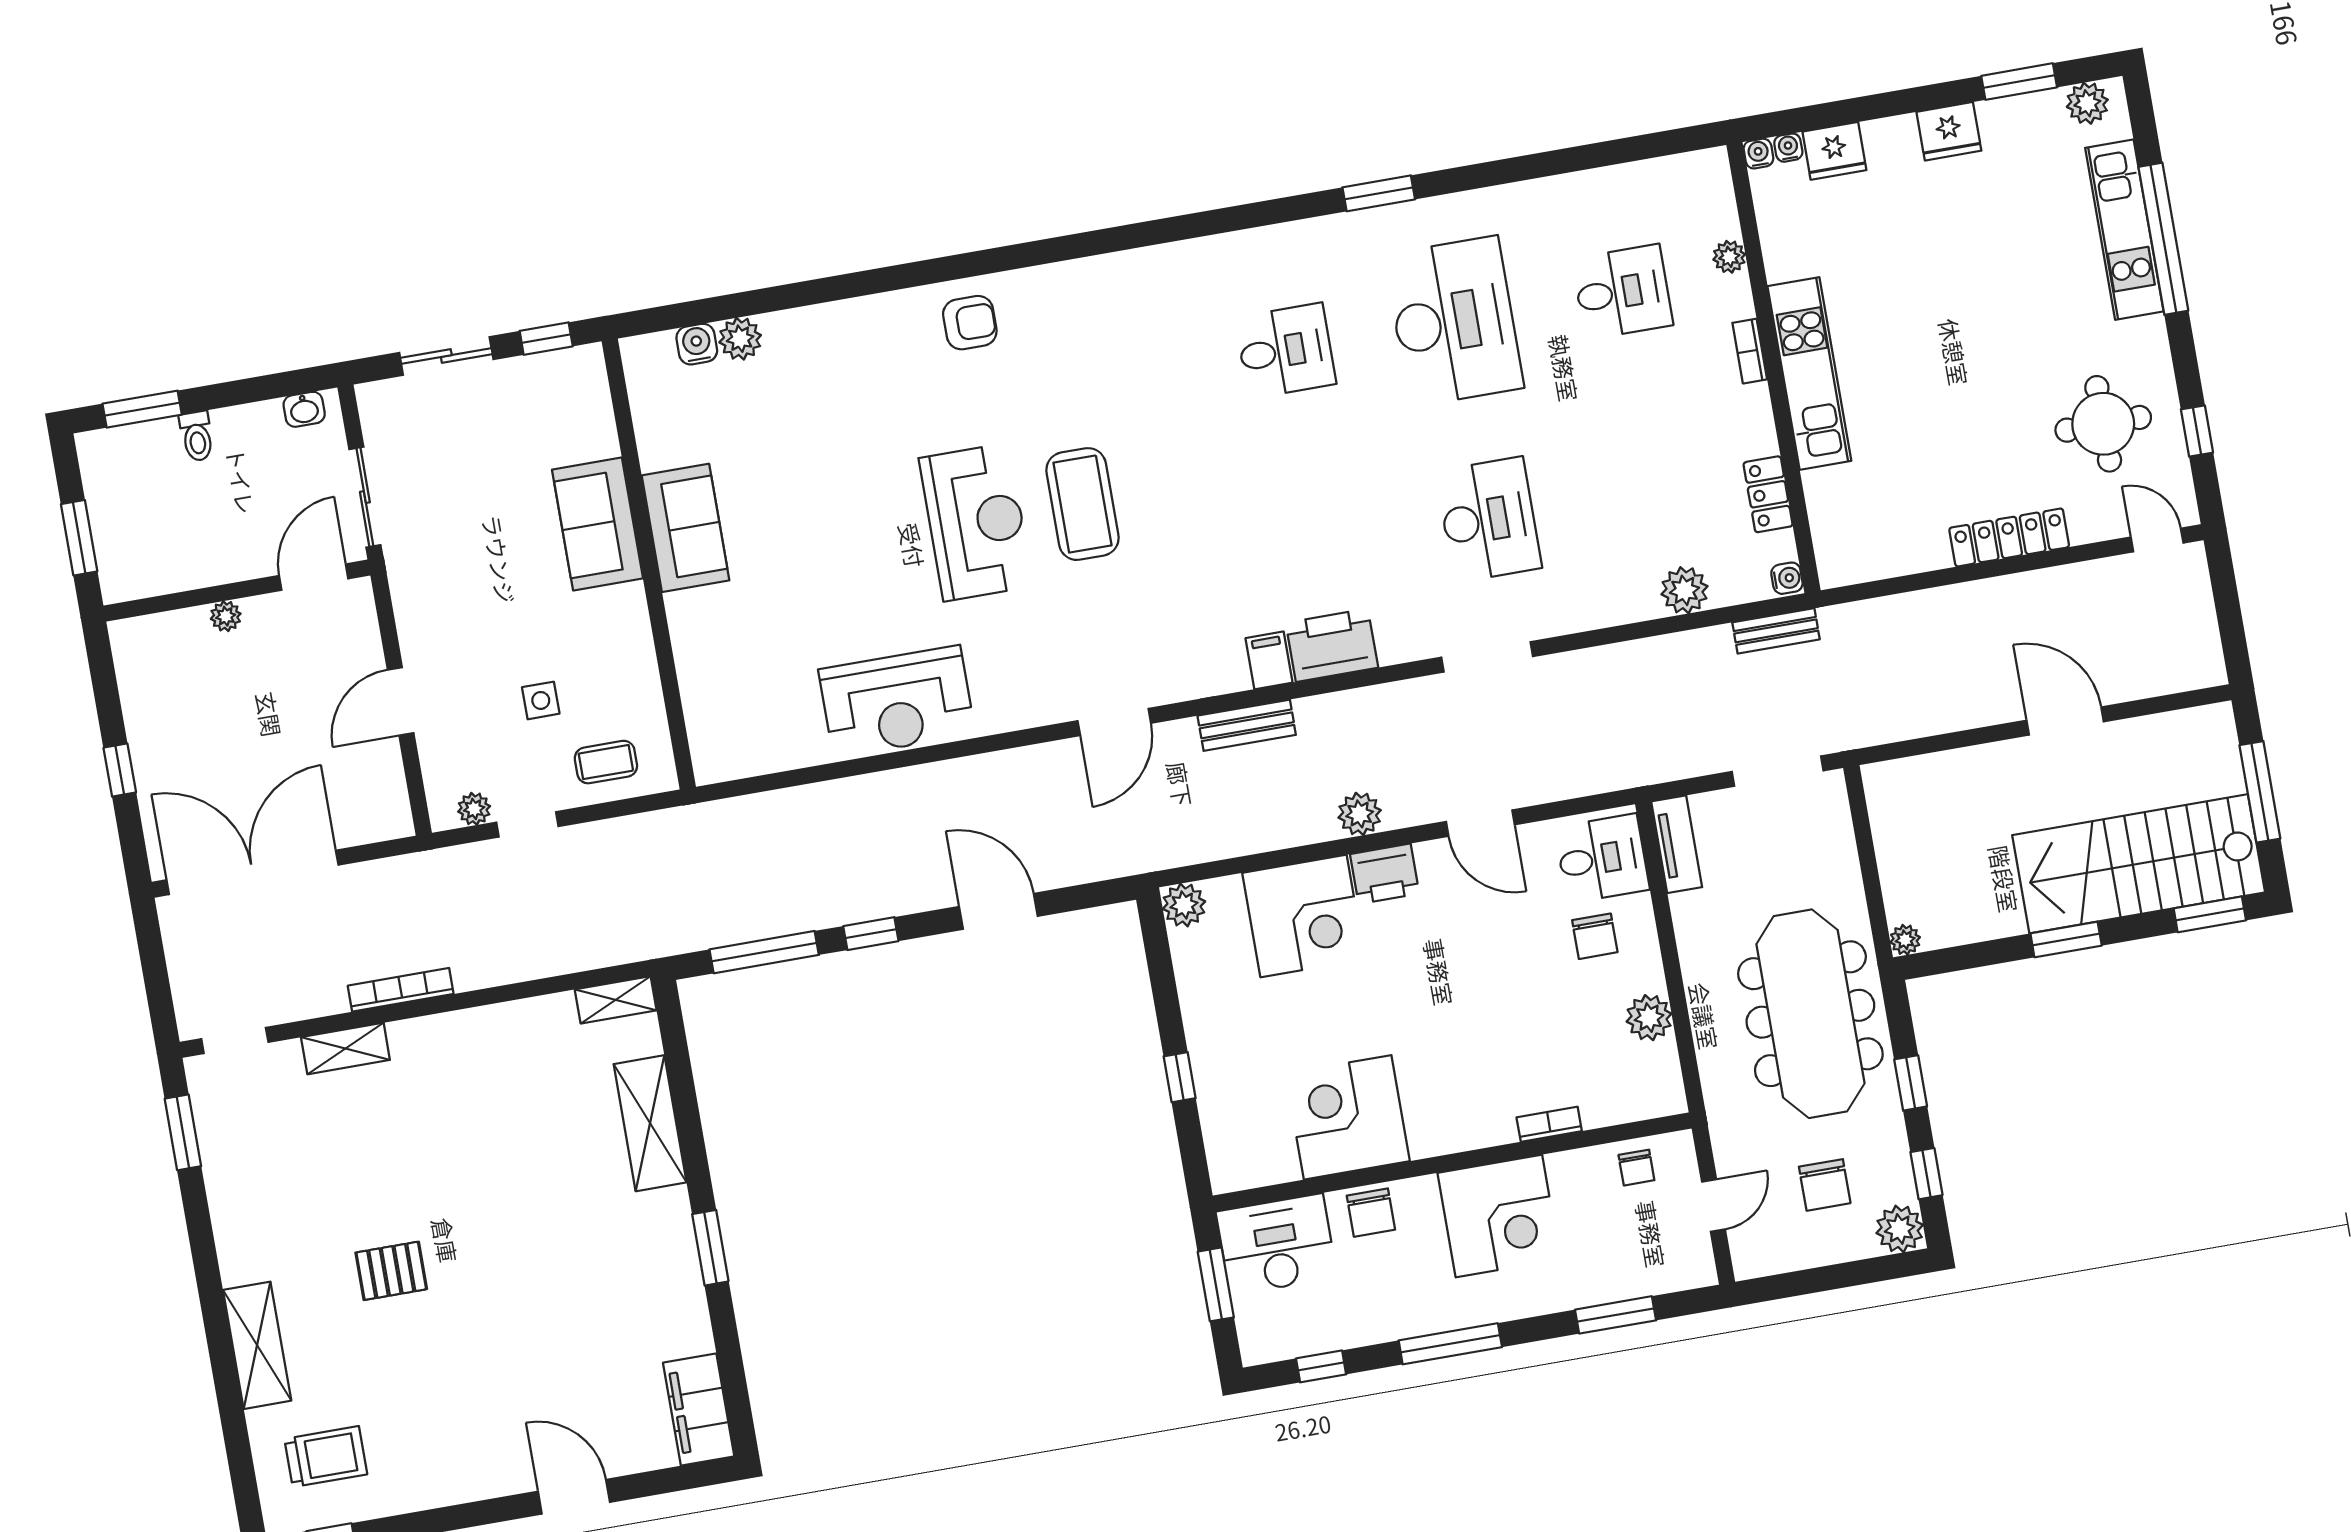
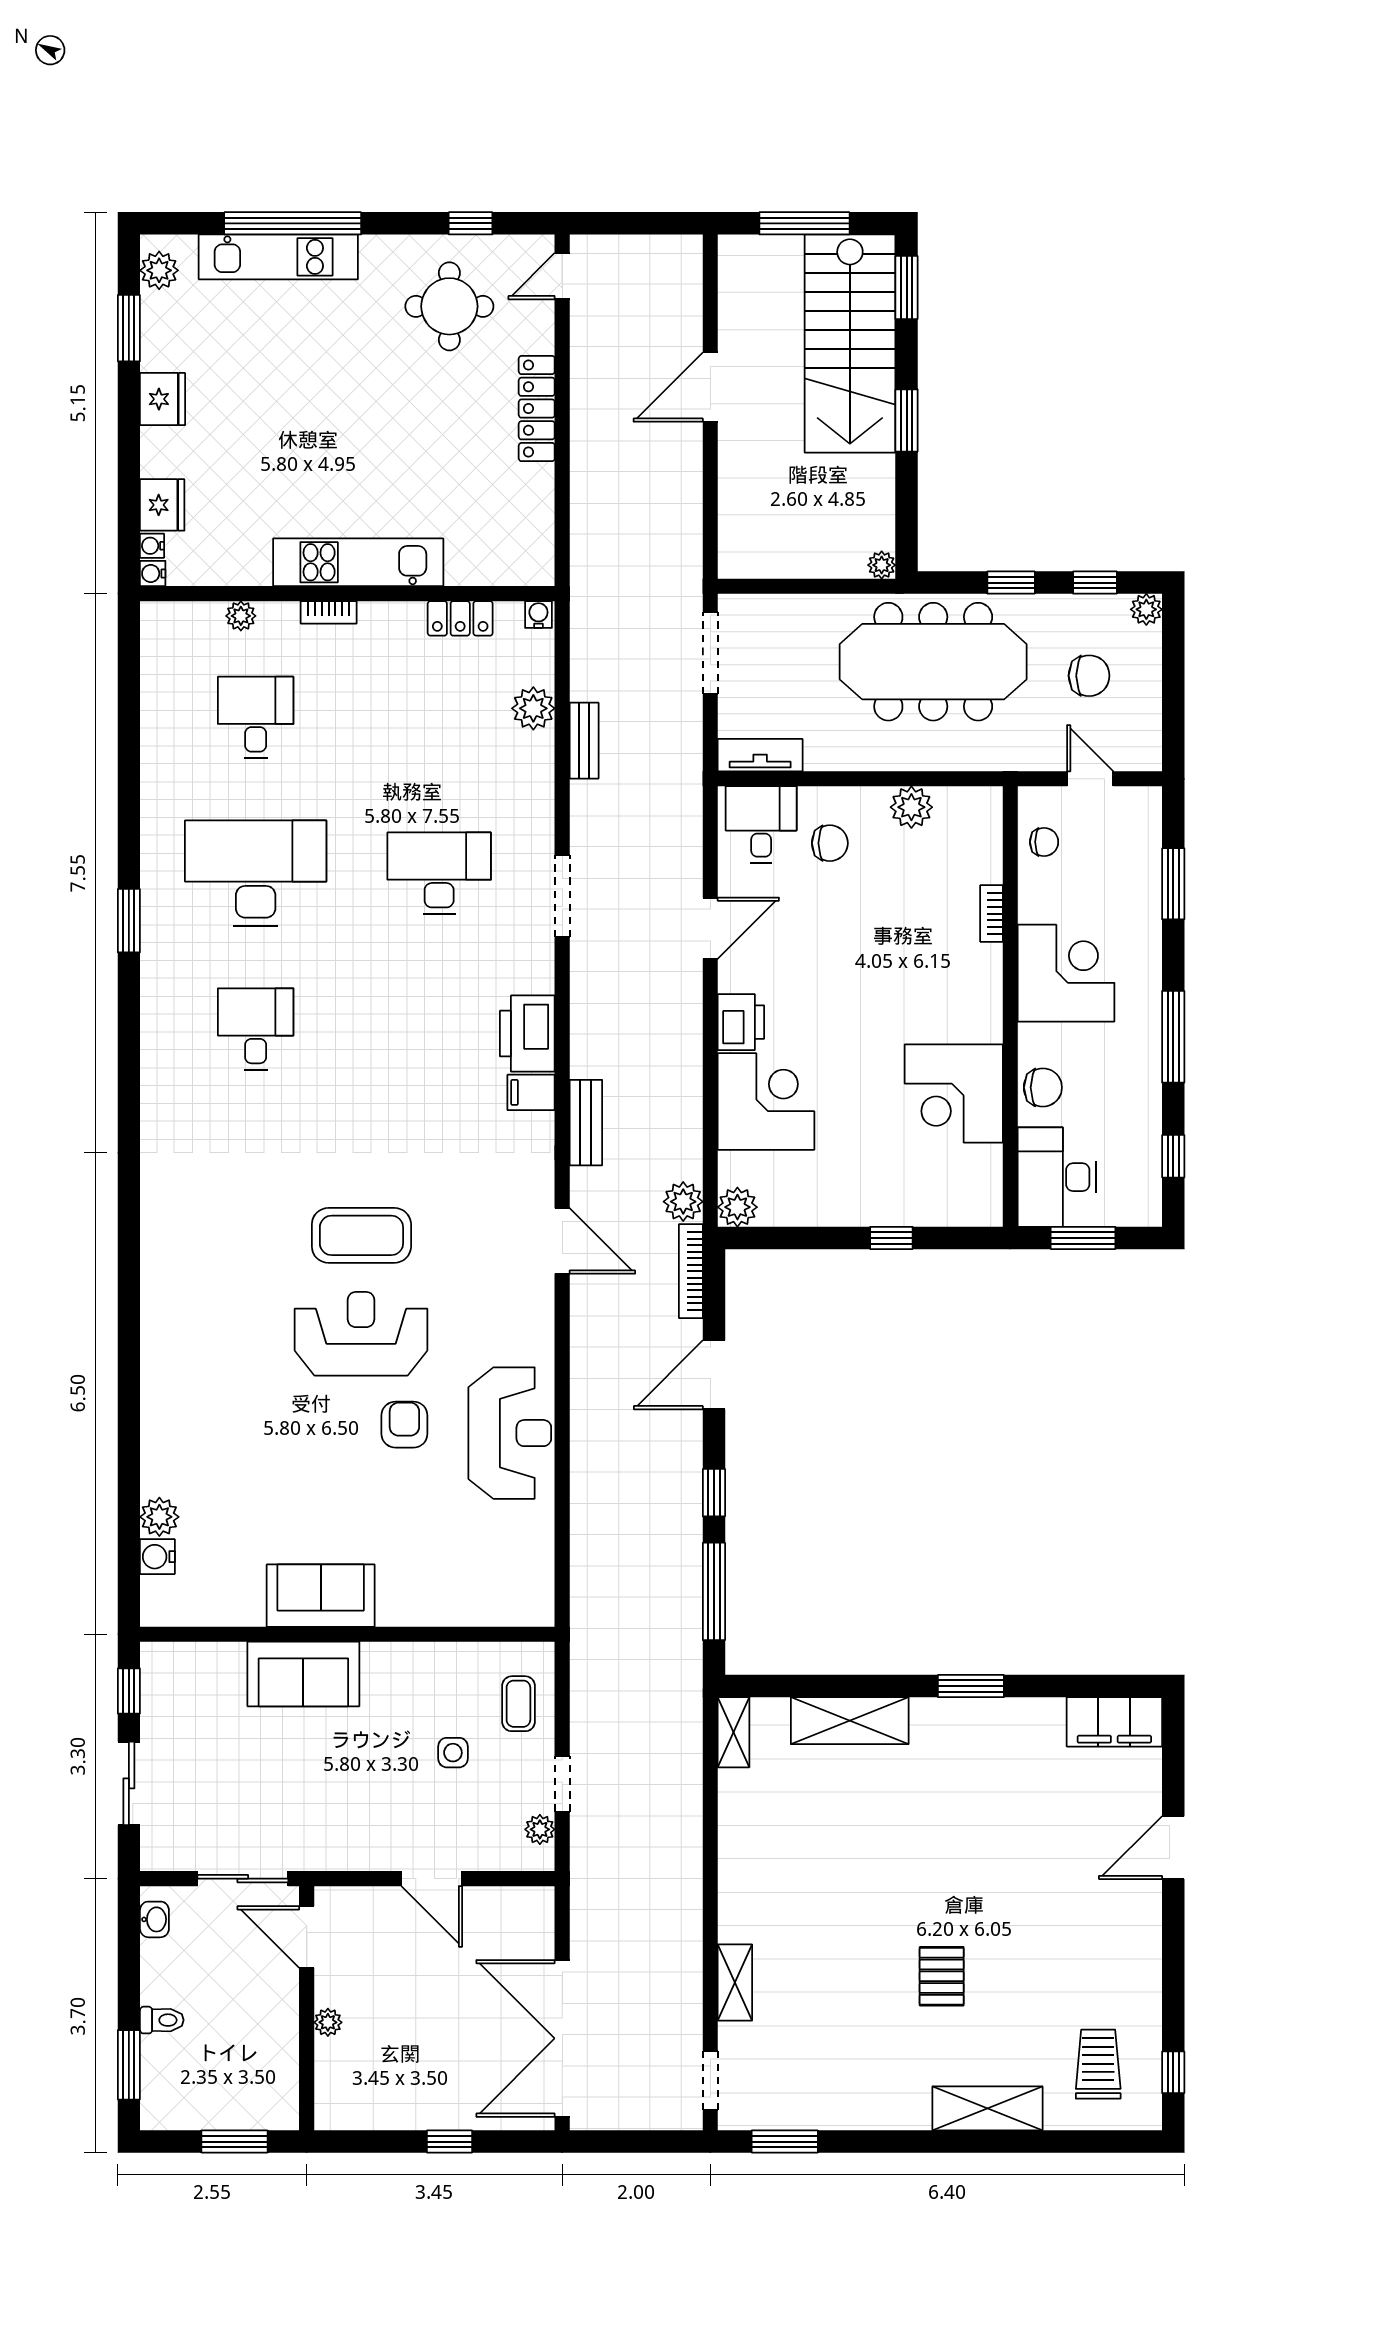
armchair: (970, 323) -> (404, 1425), moved
bench: (1776, 631) -> (584, 741), moved
plant: (1360, 814) -> (683, 1202), moved
bookcase: (401, 990) -> (691, 1271), moved
plant: (1900, 1229) -> (1146, 609), width x0.73, depth x0.73

